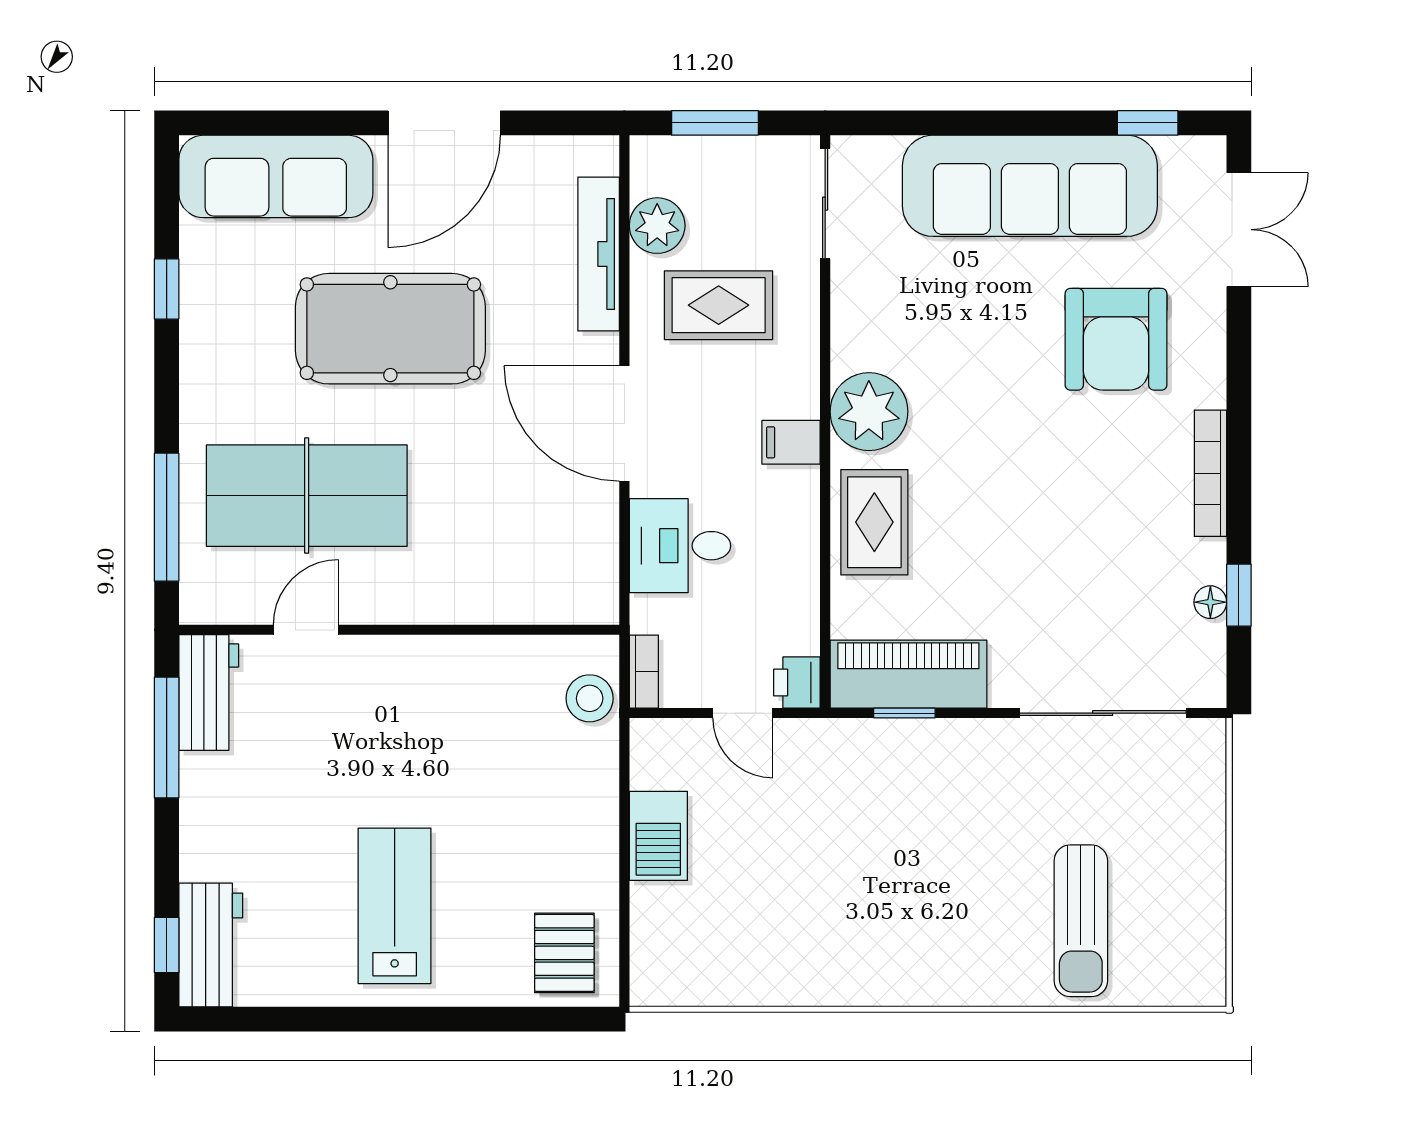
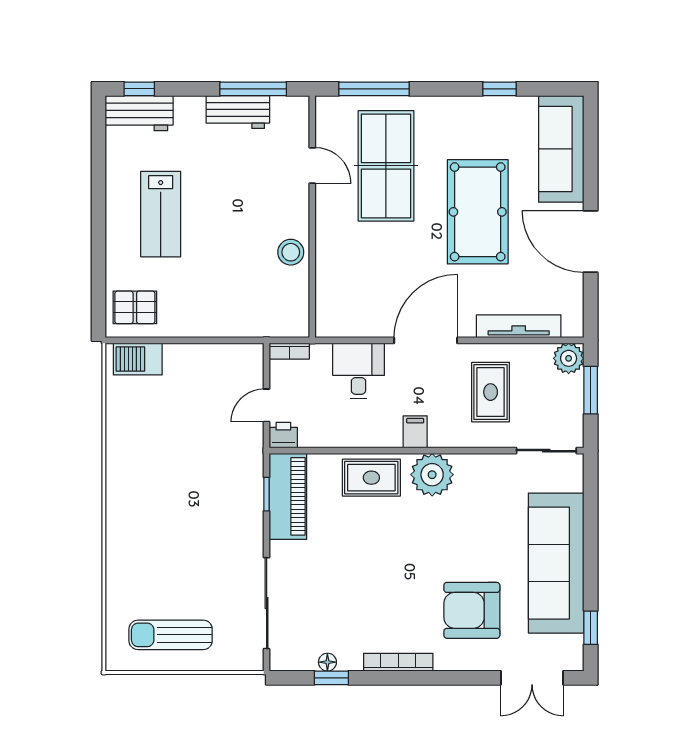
plant: (657, 226) -> (569, 358), moved
workbench: (209, 693) -> (238, 112), moved
stool: (590, 698) -> (291, 252), moved
barbecue: (658, 836) -> (138, 359), moved
lab bench: (395, 906) -> (161, 214), turned 90
sun lounger: (1081, 921) -> (171, 635), moved

